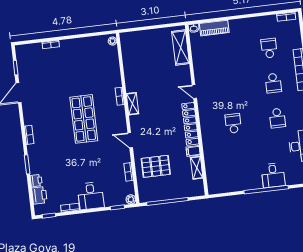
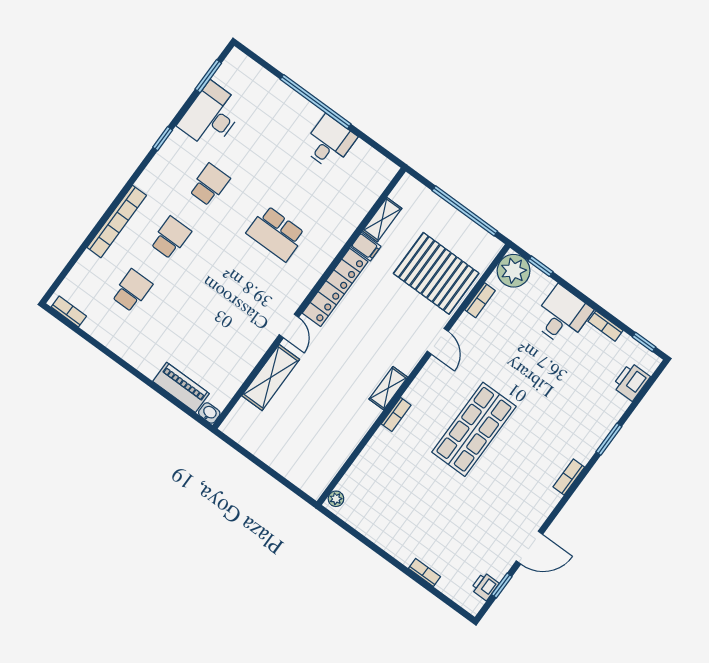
shelving: (181, 48) -> (271, 378), moved
school desk: (269, 48) -> (132, 290), turned 180
school desk: (233, 123) -> (276, 234), width x1.85
pallet: (156, 166) -> (436, 273), width x1.37, depth x1.41
desk: (273, 175) -> (329, 142), moved
printer: (36, 181) -> (485, 586), moved
plant: (131, 199) -> (514, 271), width x1.87, depth x1.87

